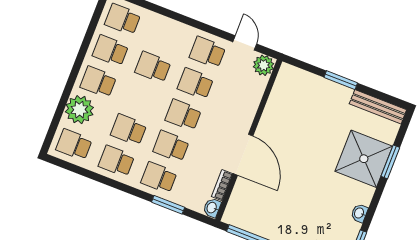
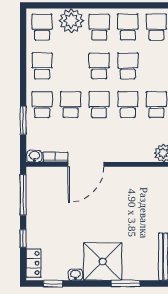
school desk: (129, 130) -> (99, 66), moved
shower: (364, 159) -> (103, 261), moved

